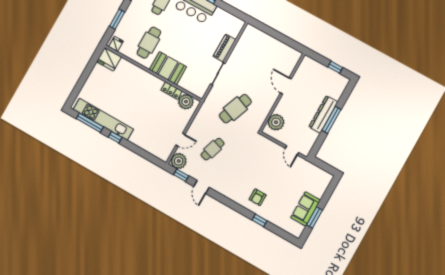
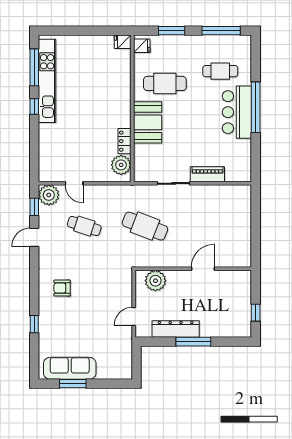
fridge: (109, 59) -> (123, 42), width x0.53, depth x0.75
dresser: (323, 114) -> (176, 329), moved
armchair: (258, 197) -> (62, 288), moved
sofa: (306, 209) -> (70, 368), width x1.36

